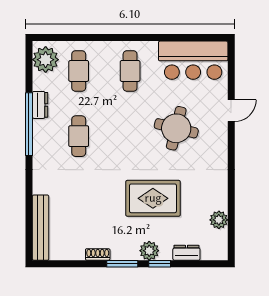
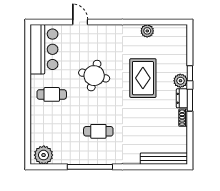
cafe table: (79, 71) -> (52, 131), removed
dresser: (40, 105) -> (76, 159), removed
round table: (176, 128) -> (94, 76), moved
plant: (219, 220) -> (147, 31), moved
dresser: (186, 253) -> (182, 98), moved

